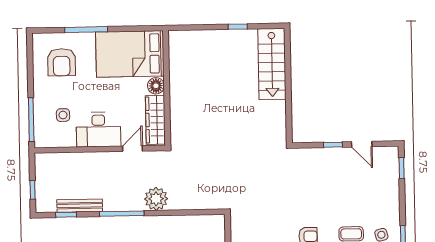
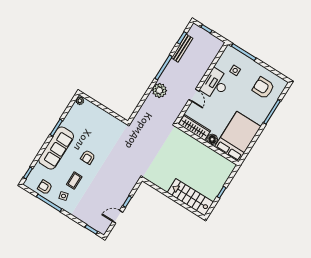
bed: (130, 54) -> (238, 137), moved
floor lamp: (156, 86) -> (212, 139), moved
wall: (167, 88) -> (207, 144), moved
wardrobe: (155, 120) -> (195, 127), moved

